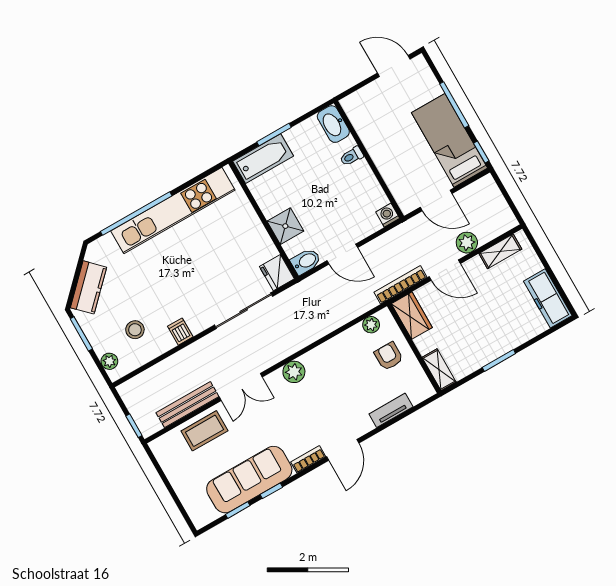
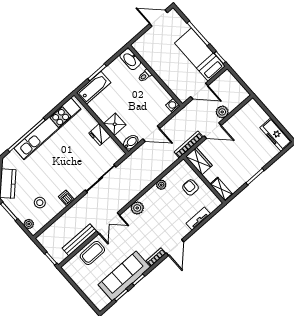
shelving: (500, 251) -> (243, 113), removed
fridge: (277, 273) -> (100, 135), moved
plant: (371, 325) -> (161, 185), moved

